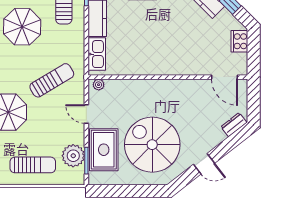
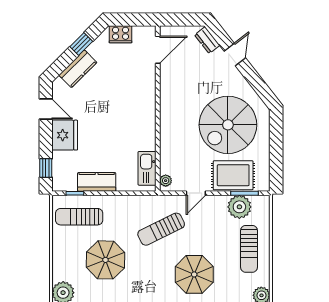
kitchen sink: (97, 54) -> (147, 168), moved, turned -90
sun lounger: (52, 80) -> (161, 229), turned -85
door: (204, 164) -> (235, 54), moved
sun lounger: (33, 165) -> (249, 249), turned 180

